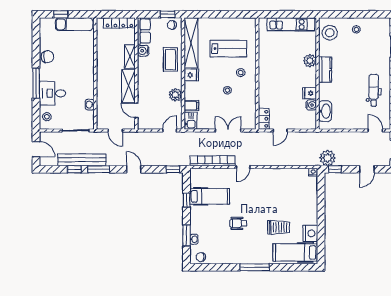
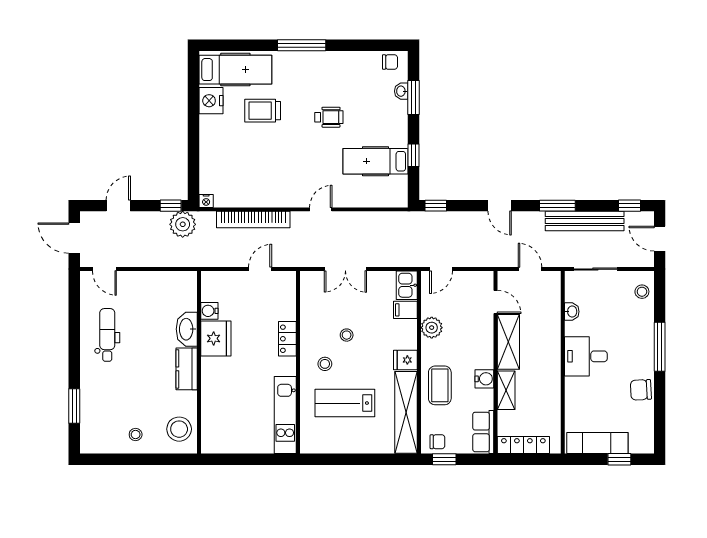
kitchen unit: (291, 24) -> (285, 415), moved, turned -90
water cooler: (143, 51) -> (484, 379), moved
plant: (310, 61) -> (212, 383), removed
dental chair: (374, 90) -> (107, 335), turned 180
desk: (53, 93) -> (586, 356), moved, turned 180
fridge: (310, 93) -> (216, 338), width x1.88, depth x1.34
washbasin: (325, 111) -> (187, 329), moved
locker: (264, 119) -> (287, 339), moved
bookcase: (213, 161) -> (253, 220), moved
window: (74, 169) -> (629, 206), moved

